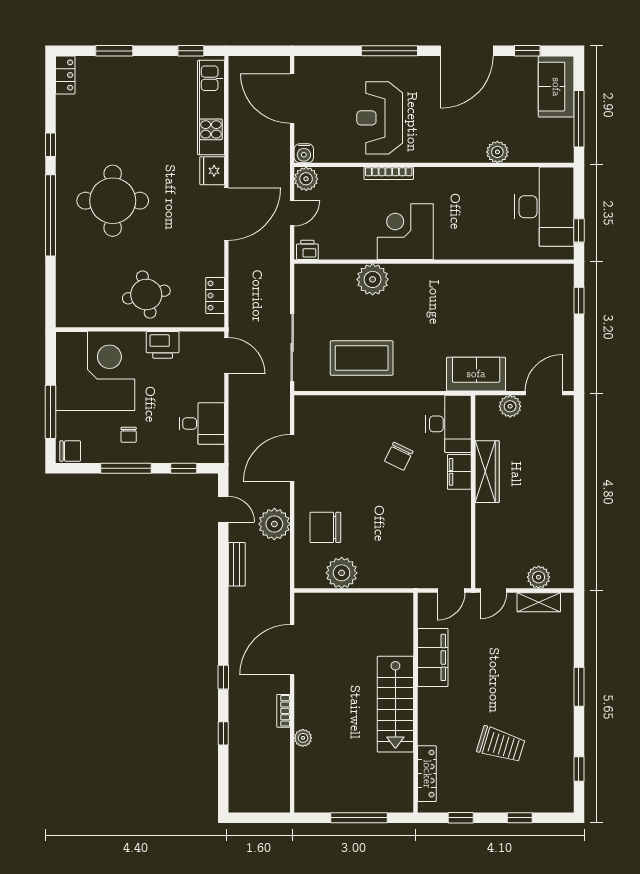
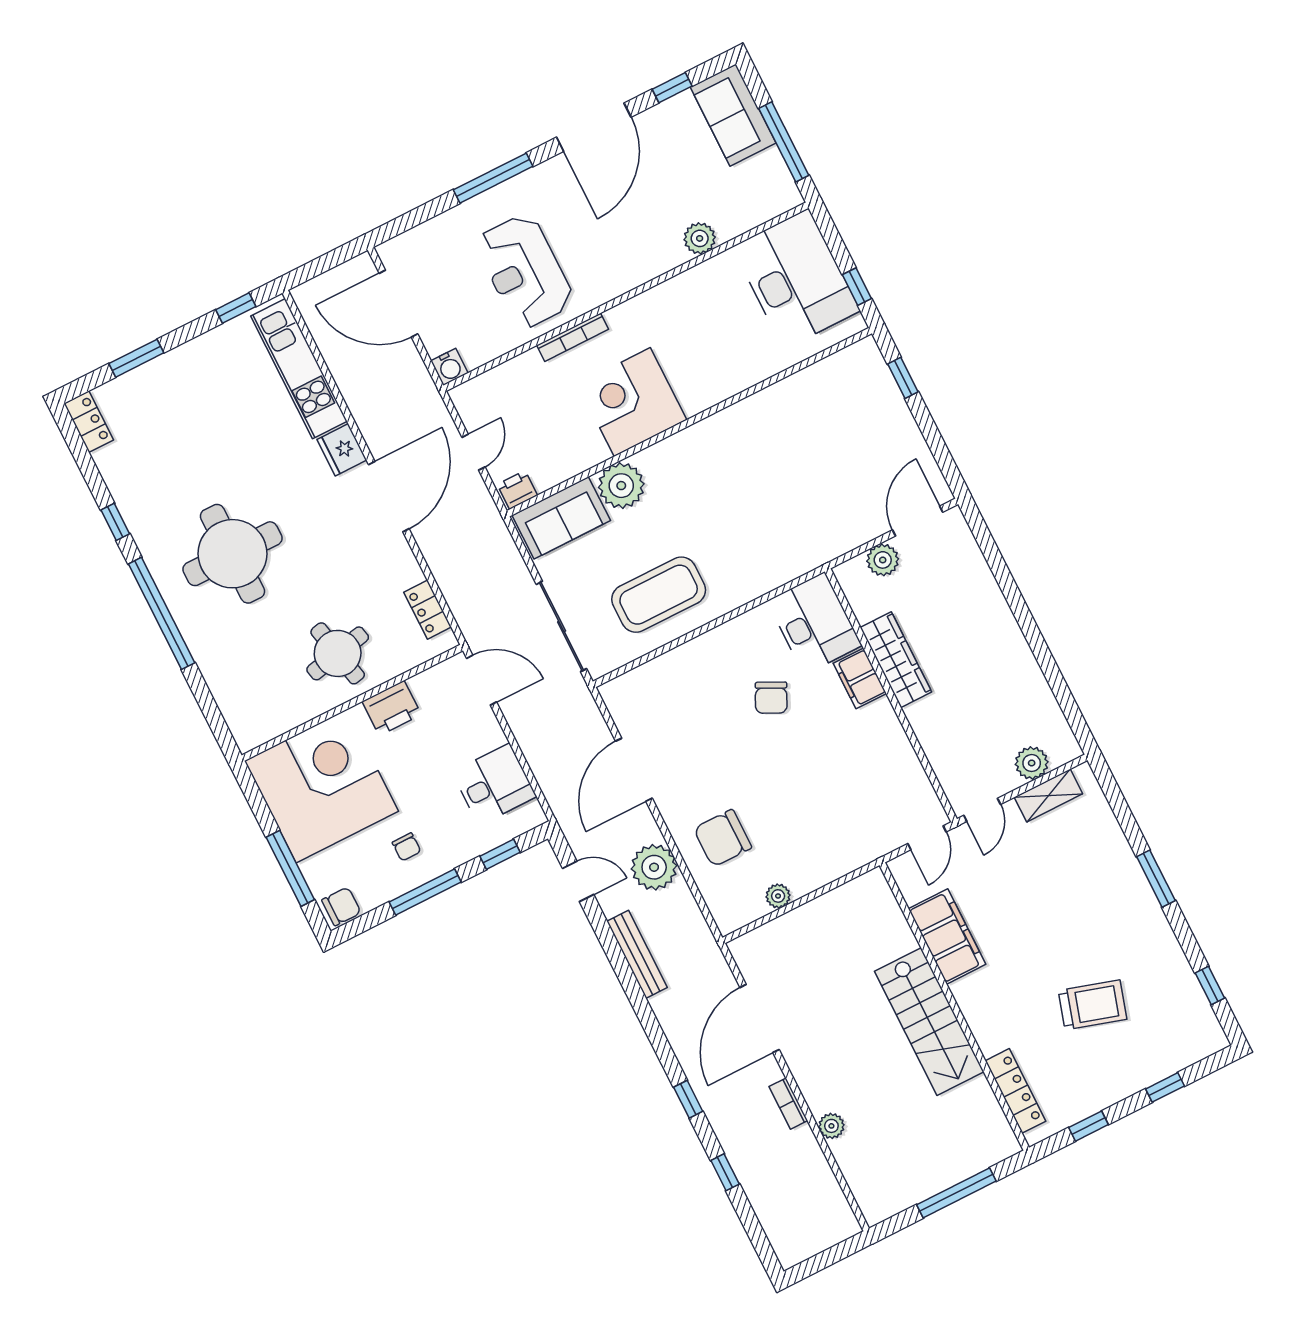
plant: (306, 179) -> (469, 399), removed
sofa: (476, 374) -> (561, 518), moved, turned 180
bench: (237, 564) -> (637, 954), width x1.36
plant: (342, 573) -> (778, 896), width x0.53, depth x0.53

